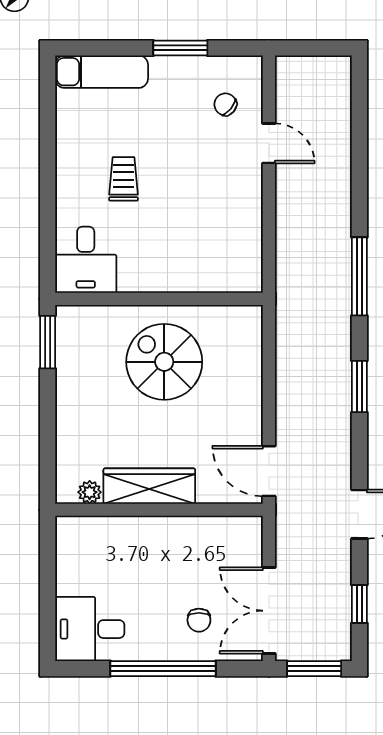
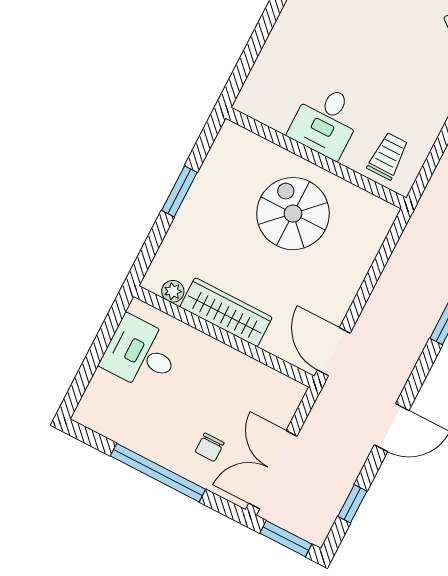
trolley: (123, 179) -> (388, 156), moved
desk: (86, 260) -> (326, 121), moved
window: (48, 342) -> (179, 191), moved
desk: (90, 629) -> (141, 354), moved

